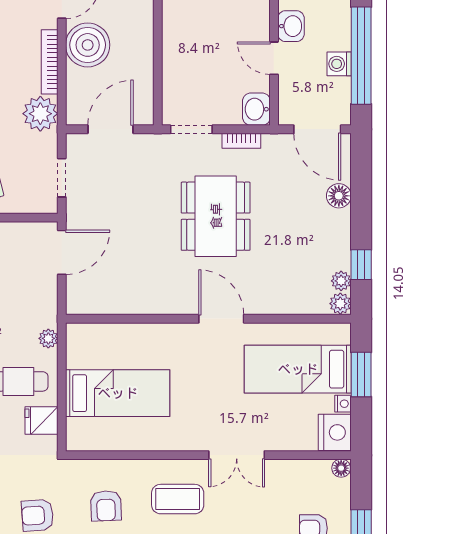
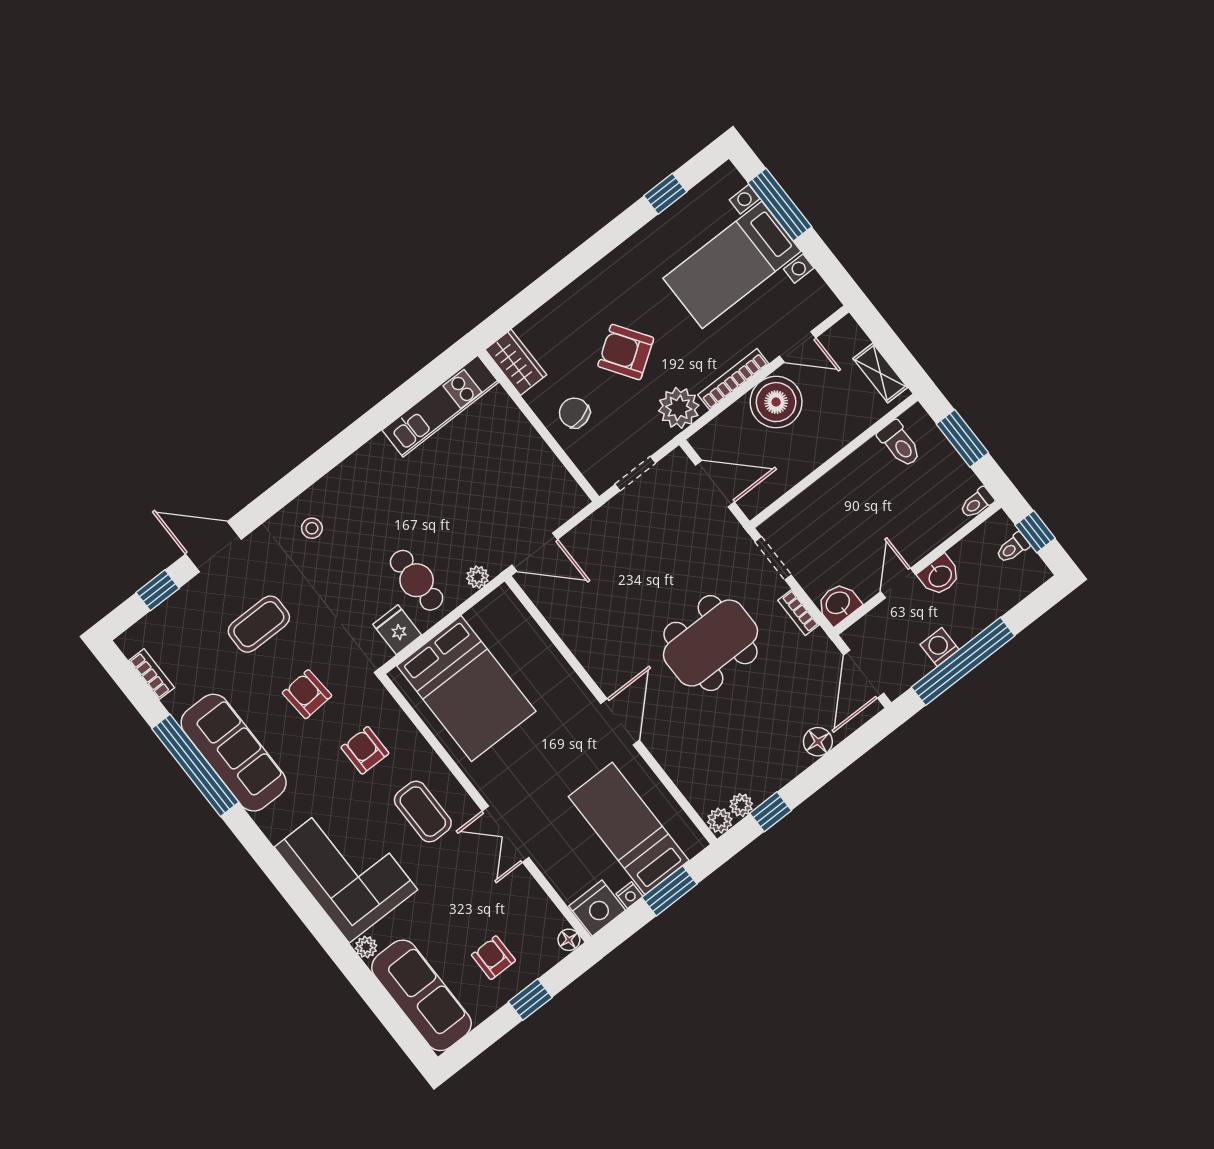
door: (62, 252) -> (535, 552), moved
bed: (118, 393) -> (466, 688), width x1.50
armchair: (106, 506) -> (365, 750), turned 92

